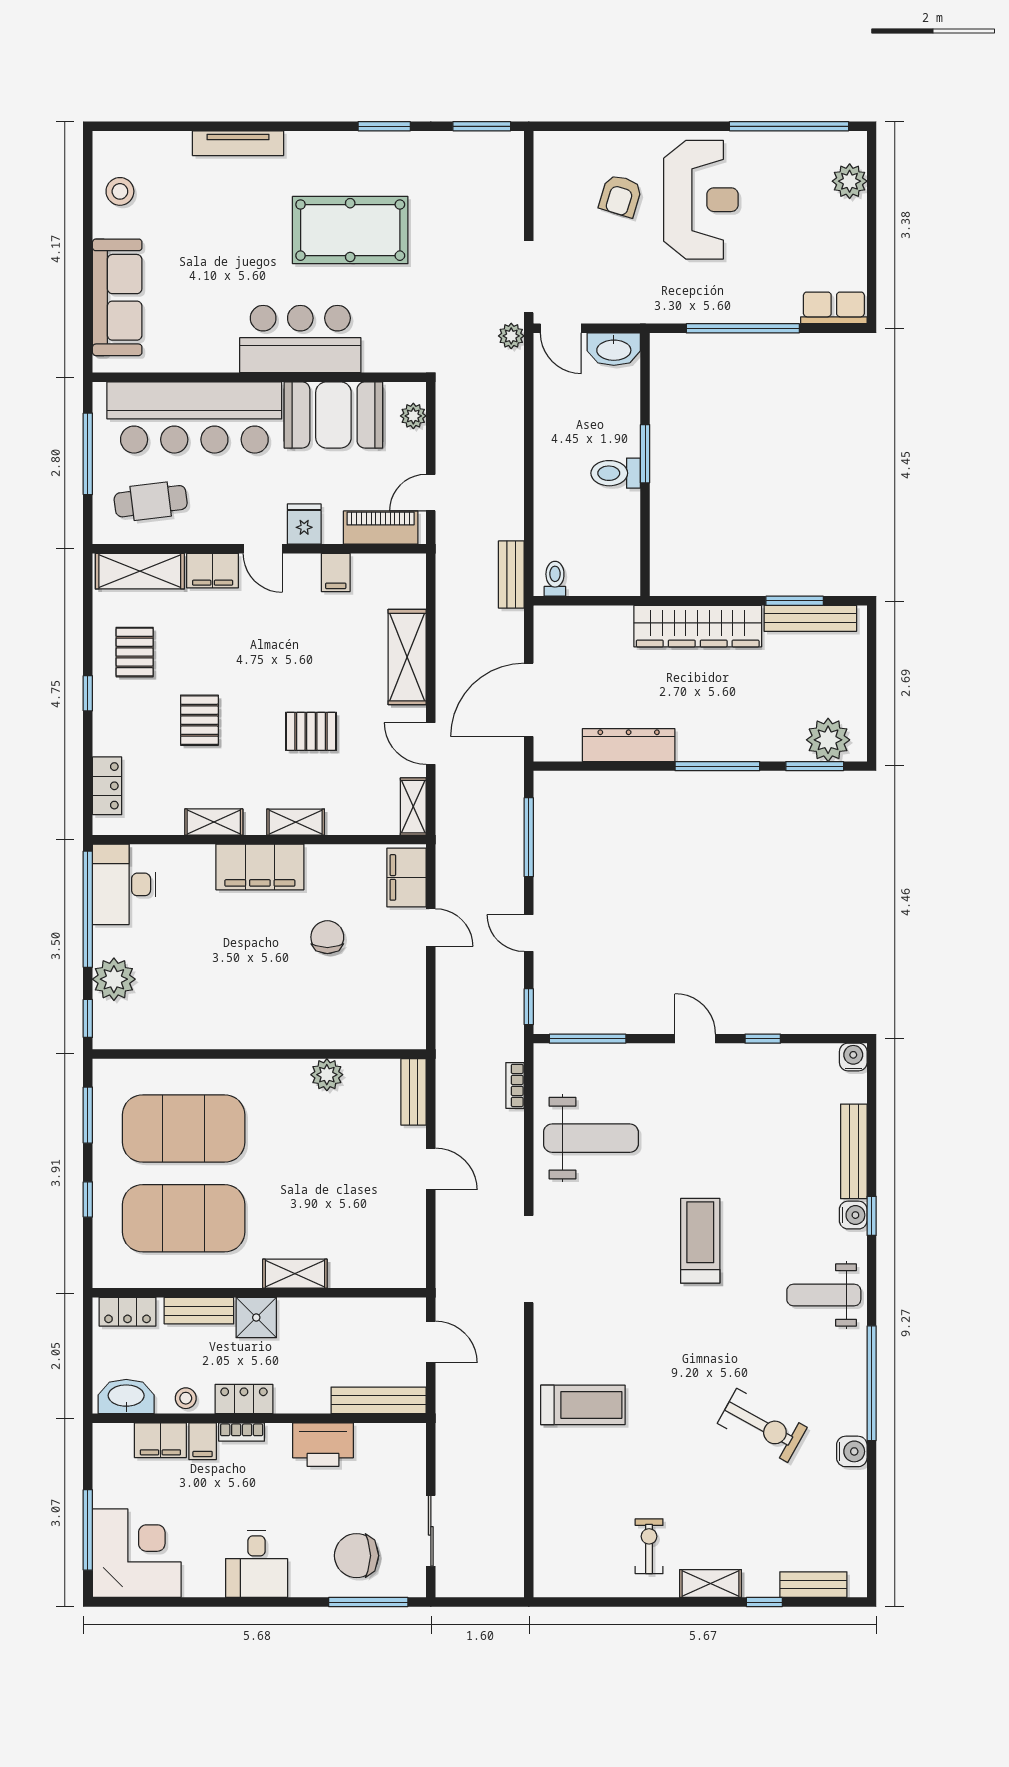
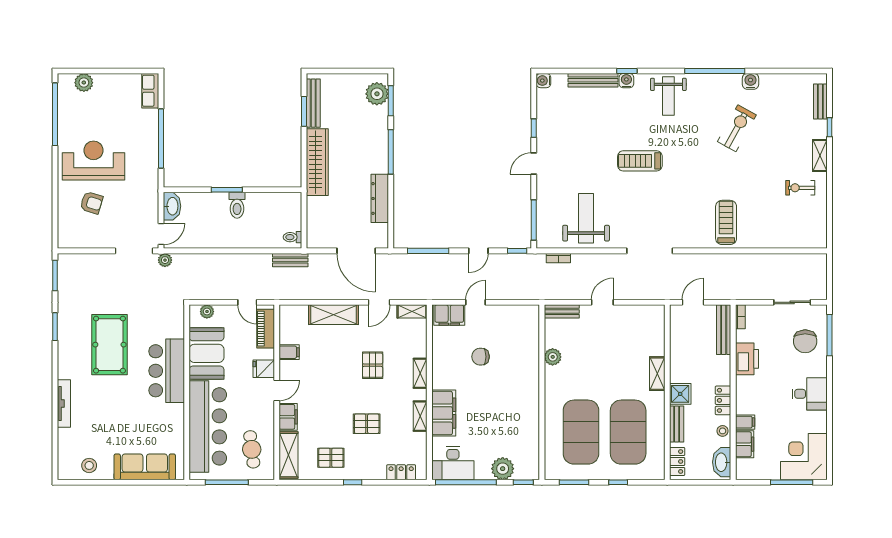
filing cabinet: (260, 867) -> (444, 413), moved
bookcase: (242, 1432) -> (740, 317), moved

